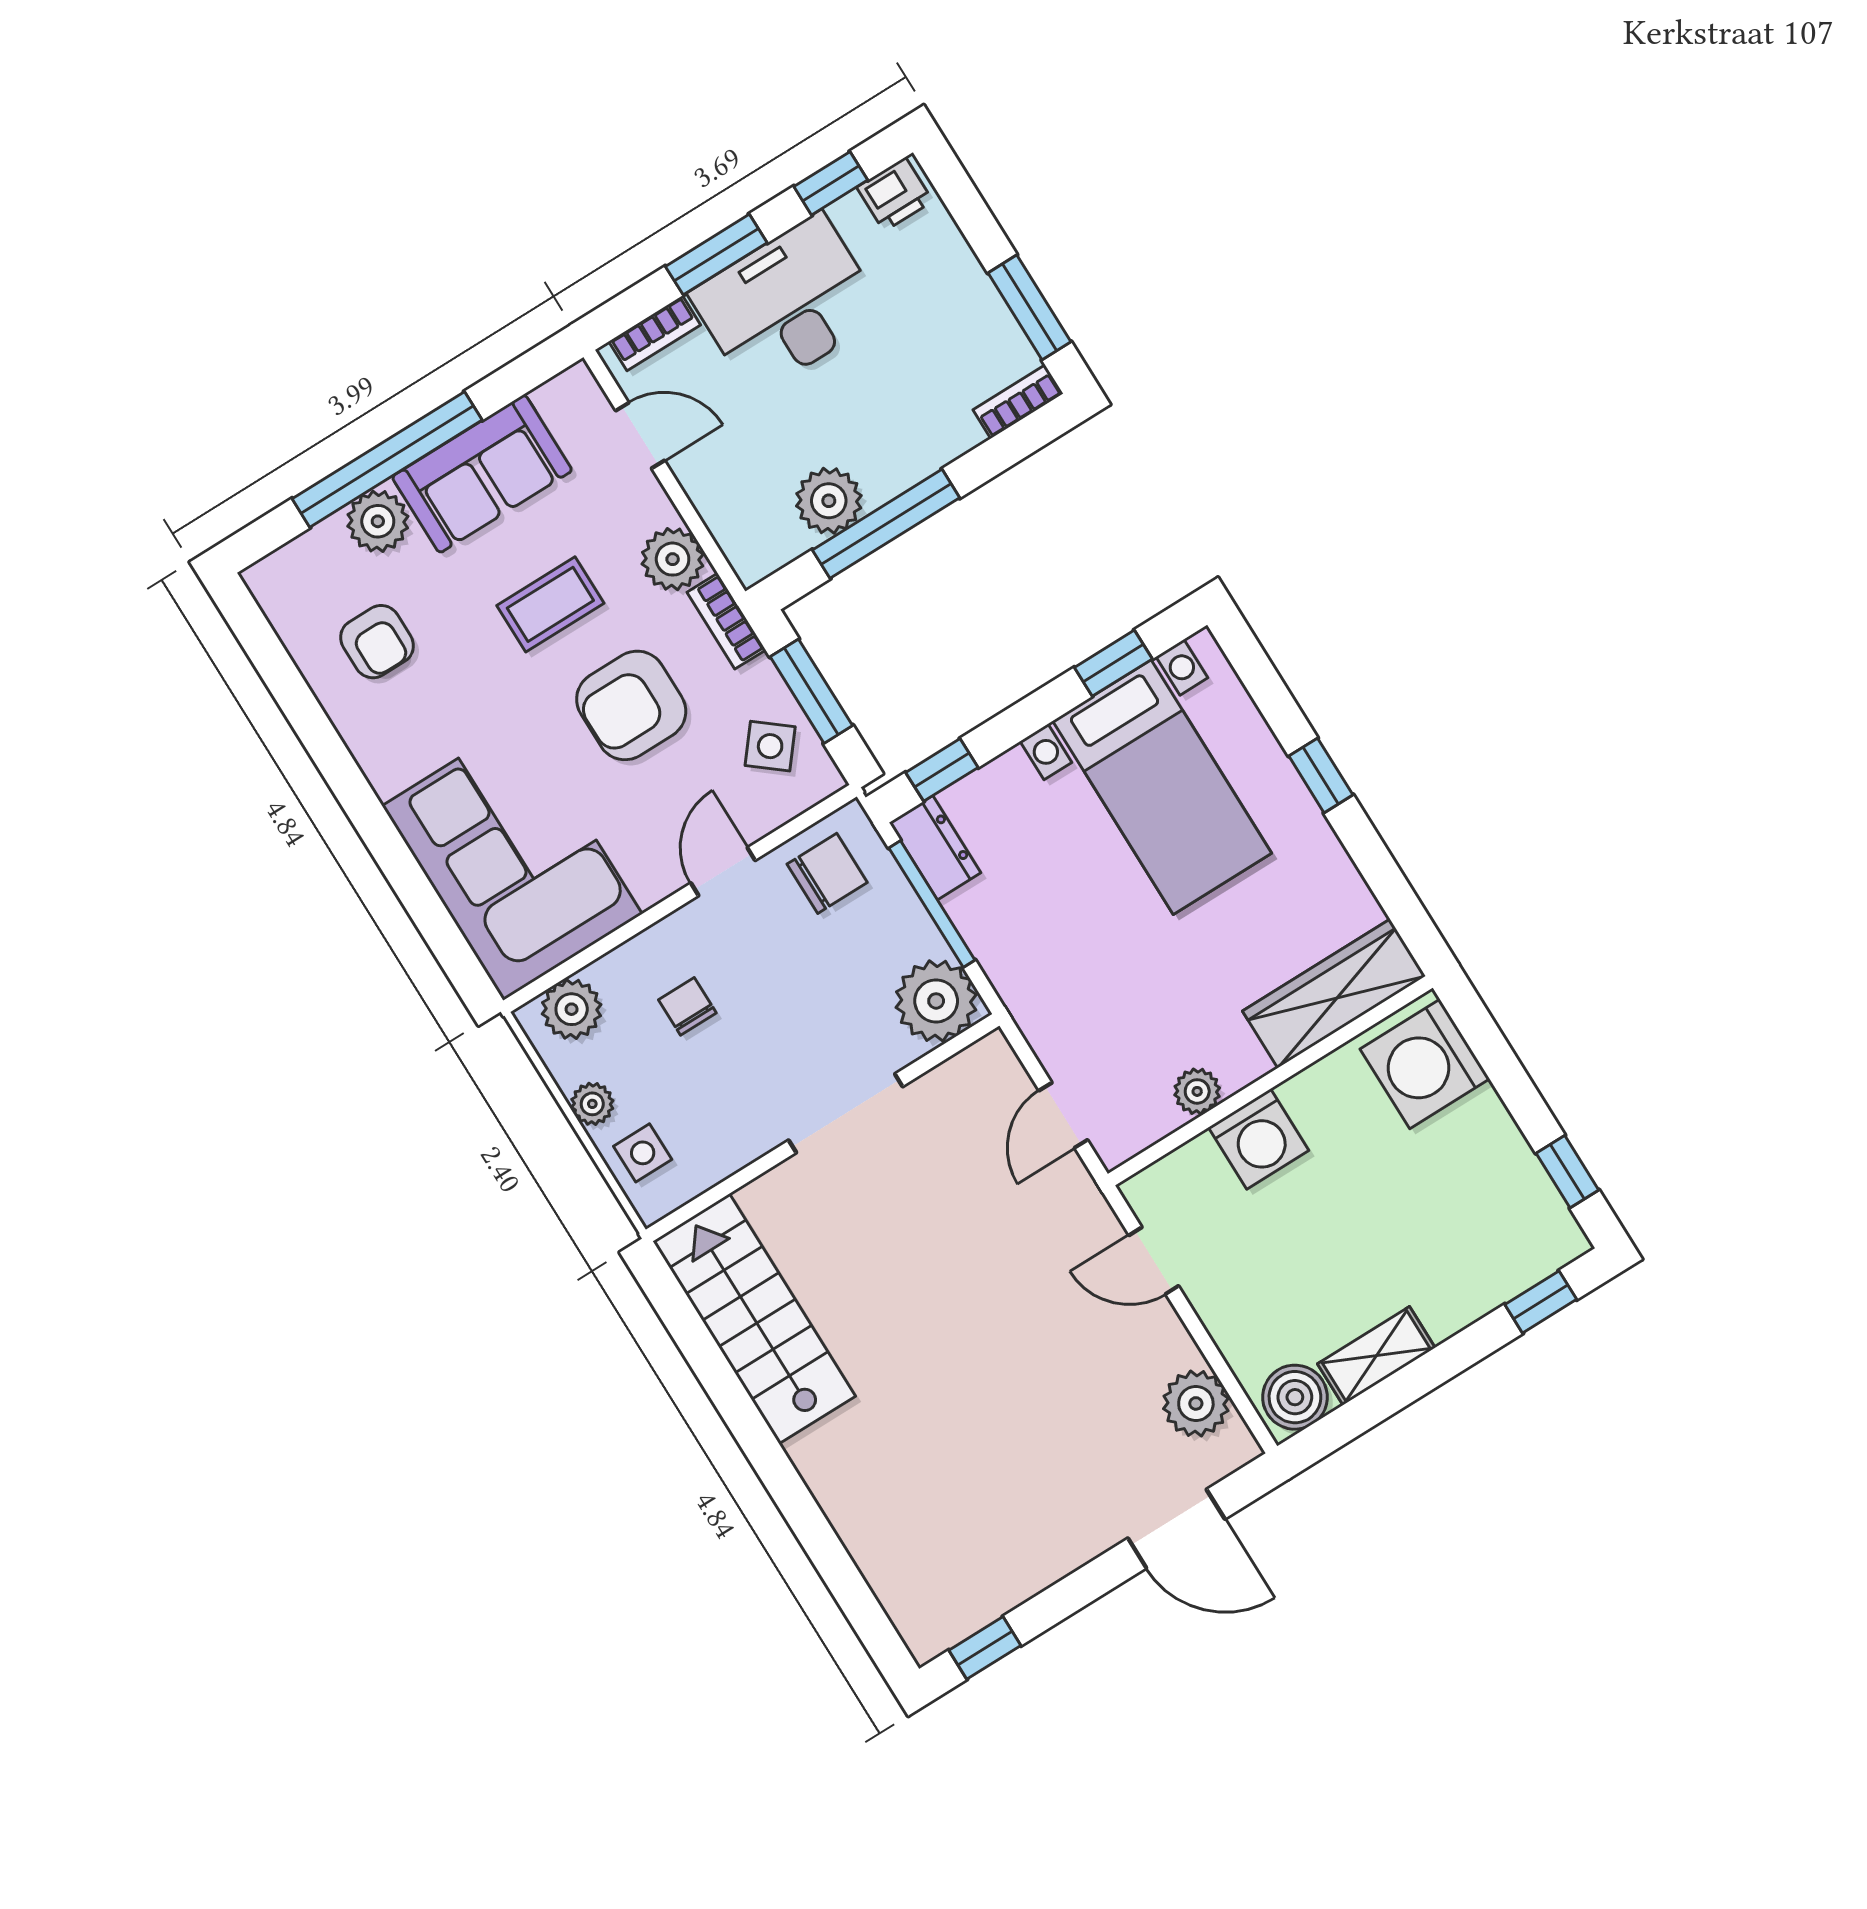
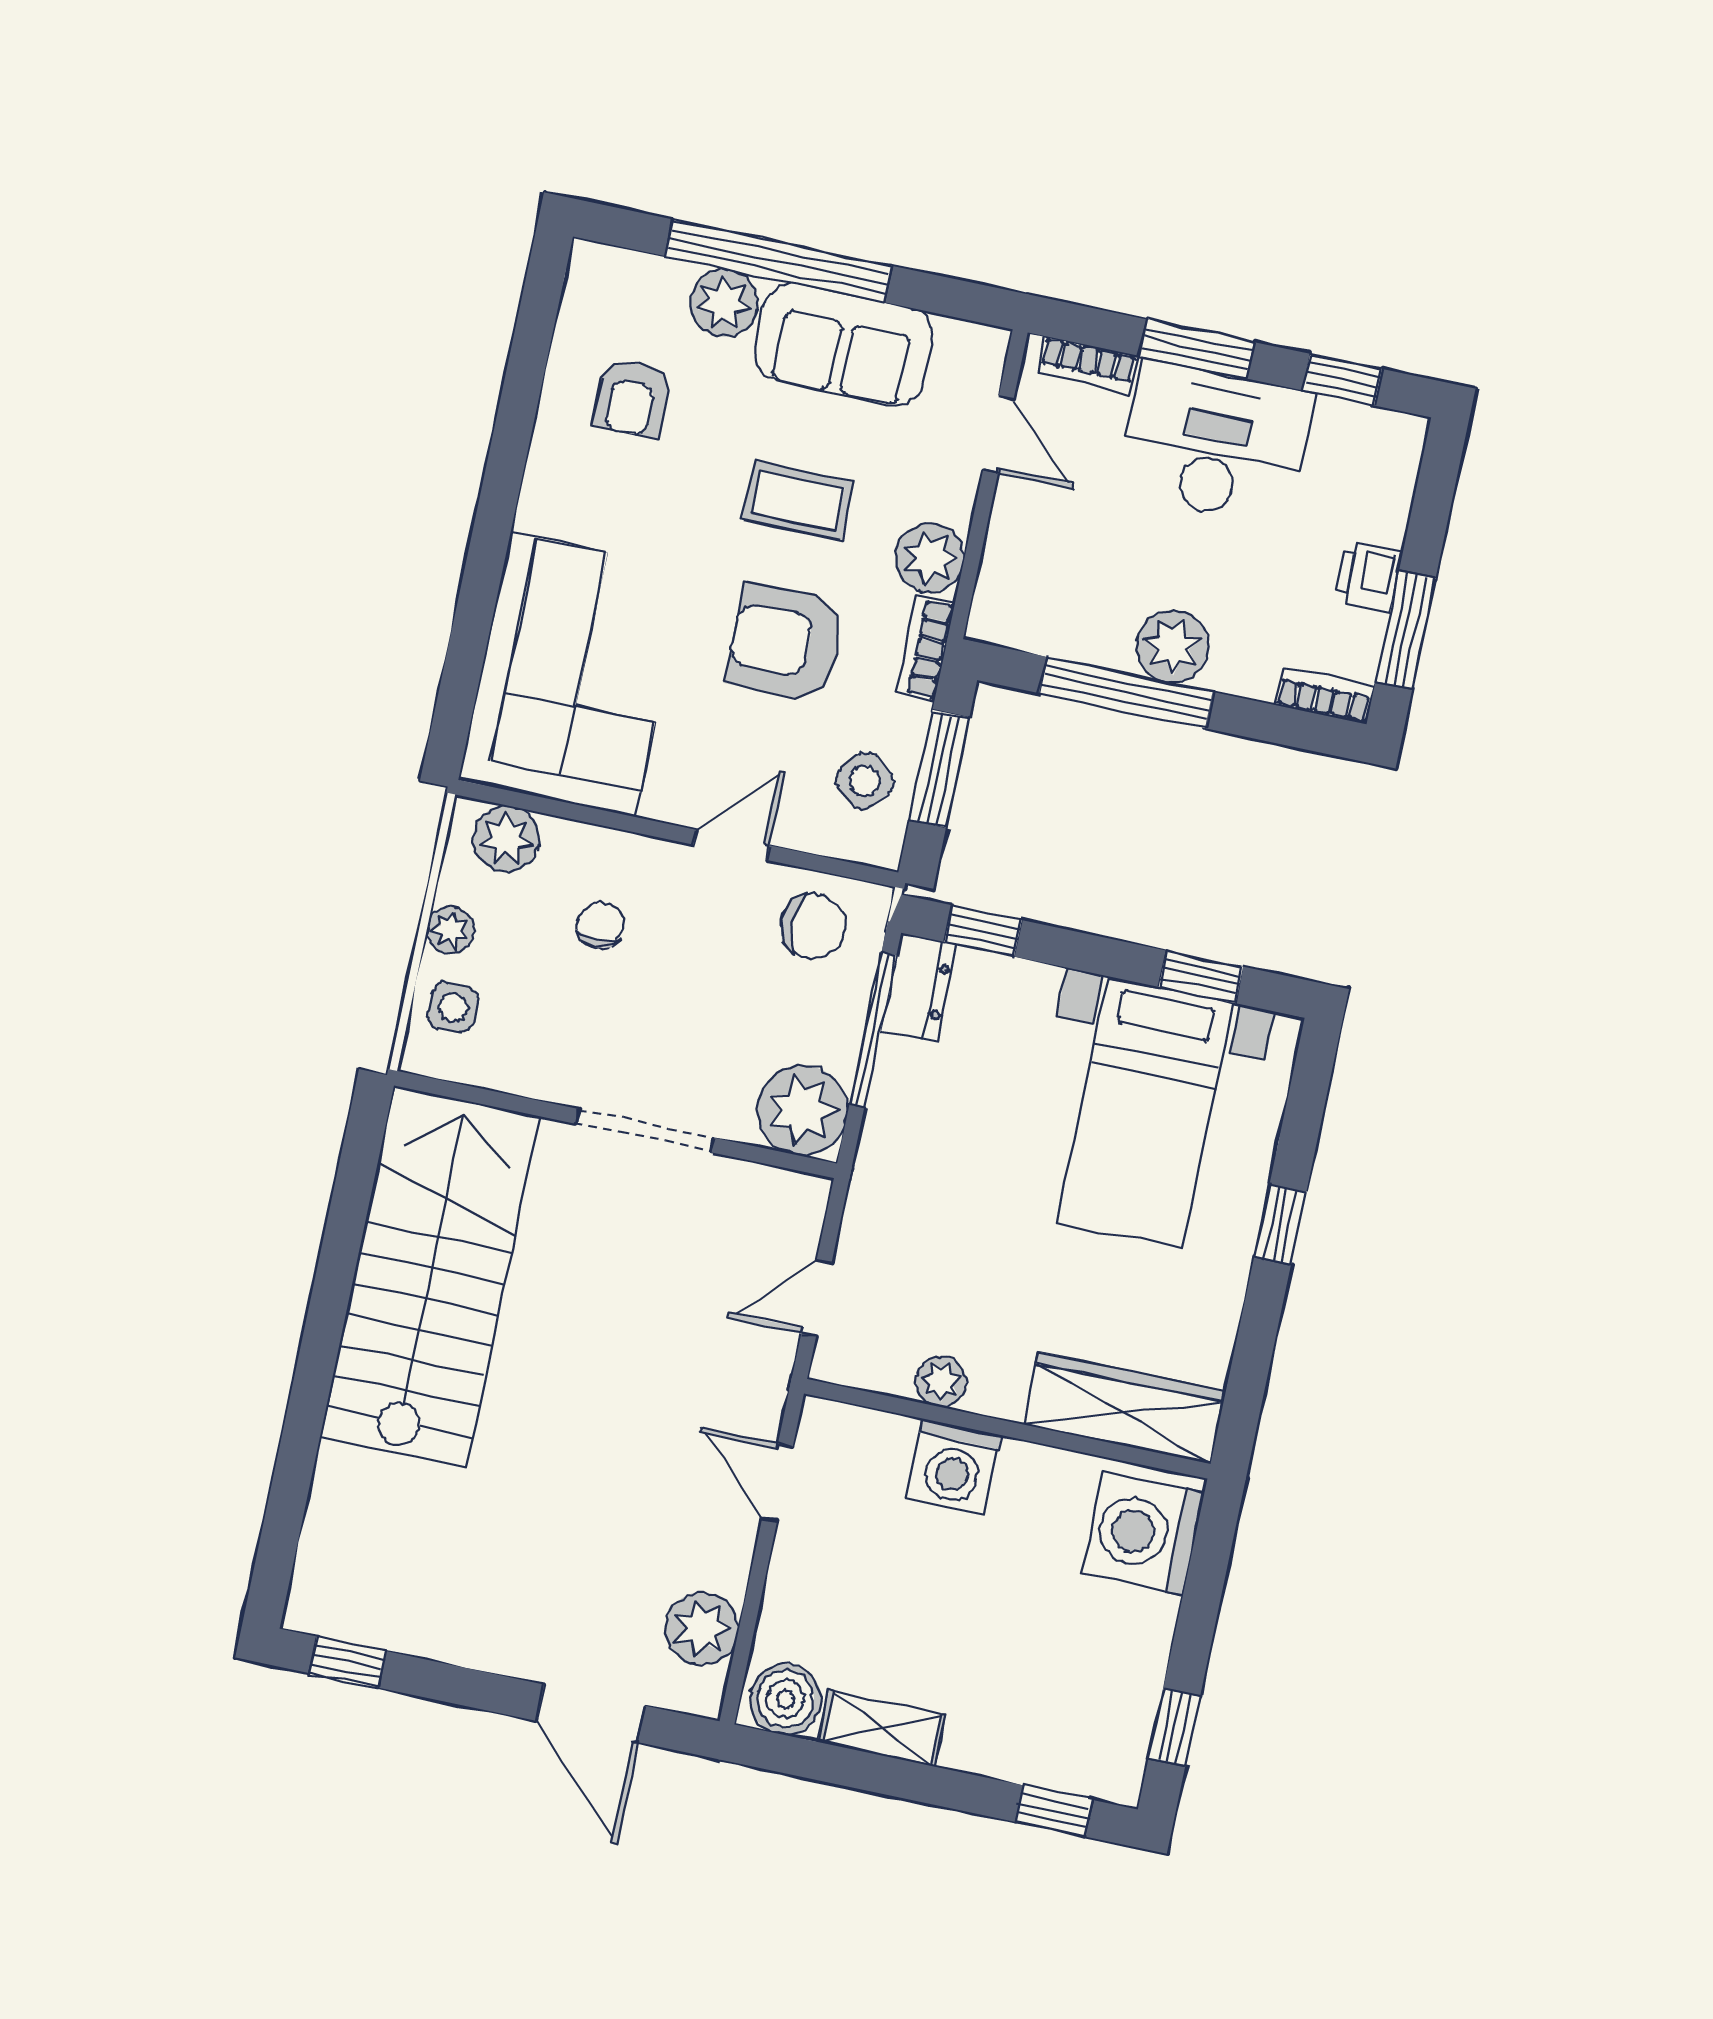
printer: (895, 194) -> (1368, 576), moved, turned 90
plant: (829, 501) -> (1173, 646), moved
stairs: (754, 1319) -> (430, 1276), width x1.36, depth x1.51

